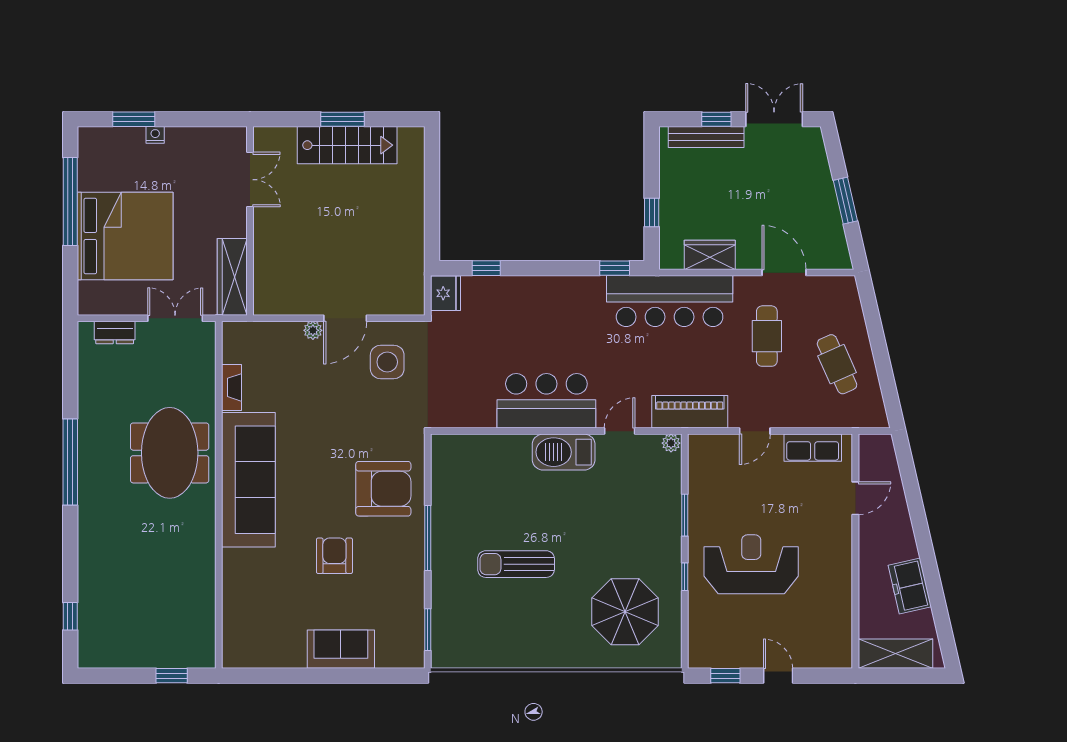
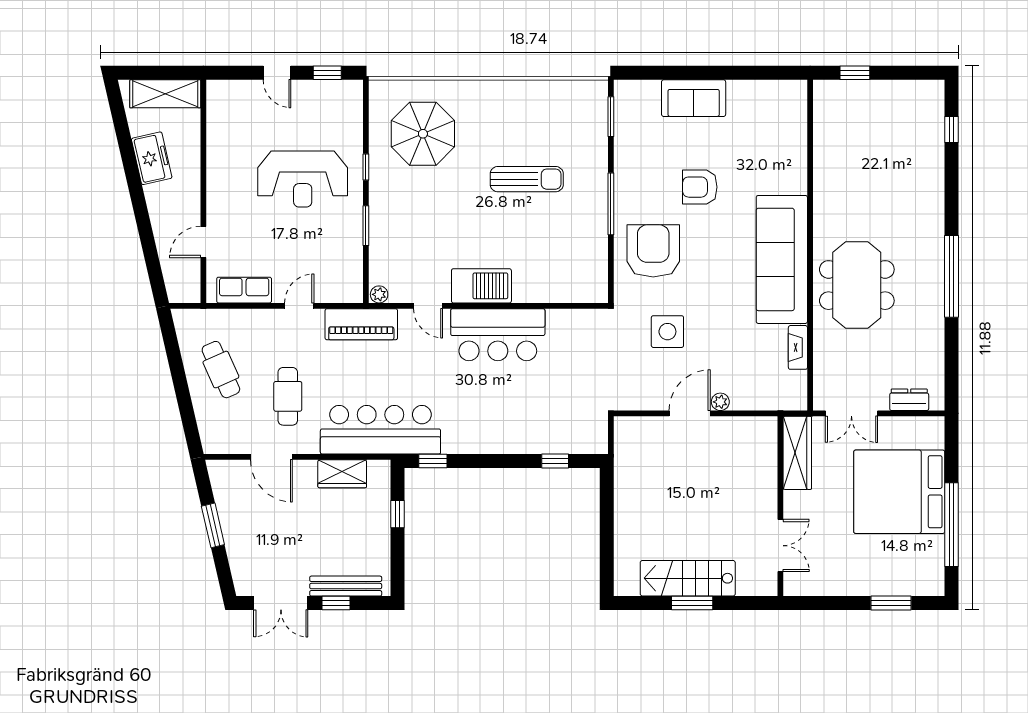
nightstand: (155, 135) -> (871, 588), removed
double door: (250, 180) -> (780, 546), swing flipped
fridge: (446, 293) -> (594, 437), removed
side table: (387, 362) -> (667, 332), moved
door: (620, 431) -> (428, 306), hinge flipped
armchair: (383, 489) -> (653, 251), turned 90
armchair: (334, 556) -> (700, 187), turned 90

